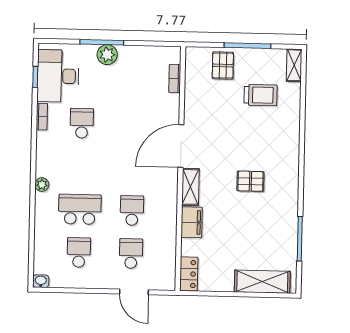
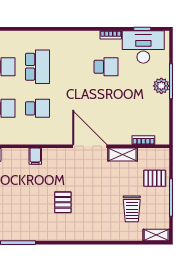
plant: (42, 185) -> (56, 36), removed
shelving: (190, 187) -> (123, 155), moved
filing cabinet: (192, 222) -> (35, 156), width x0.50

